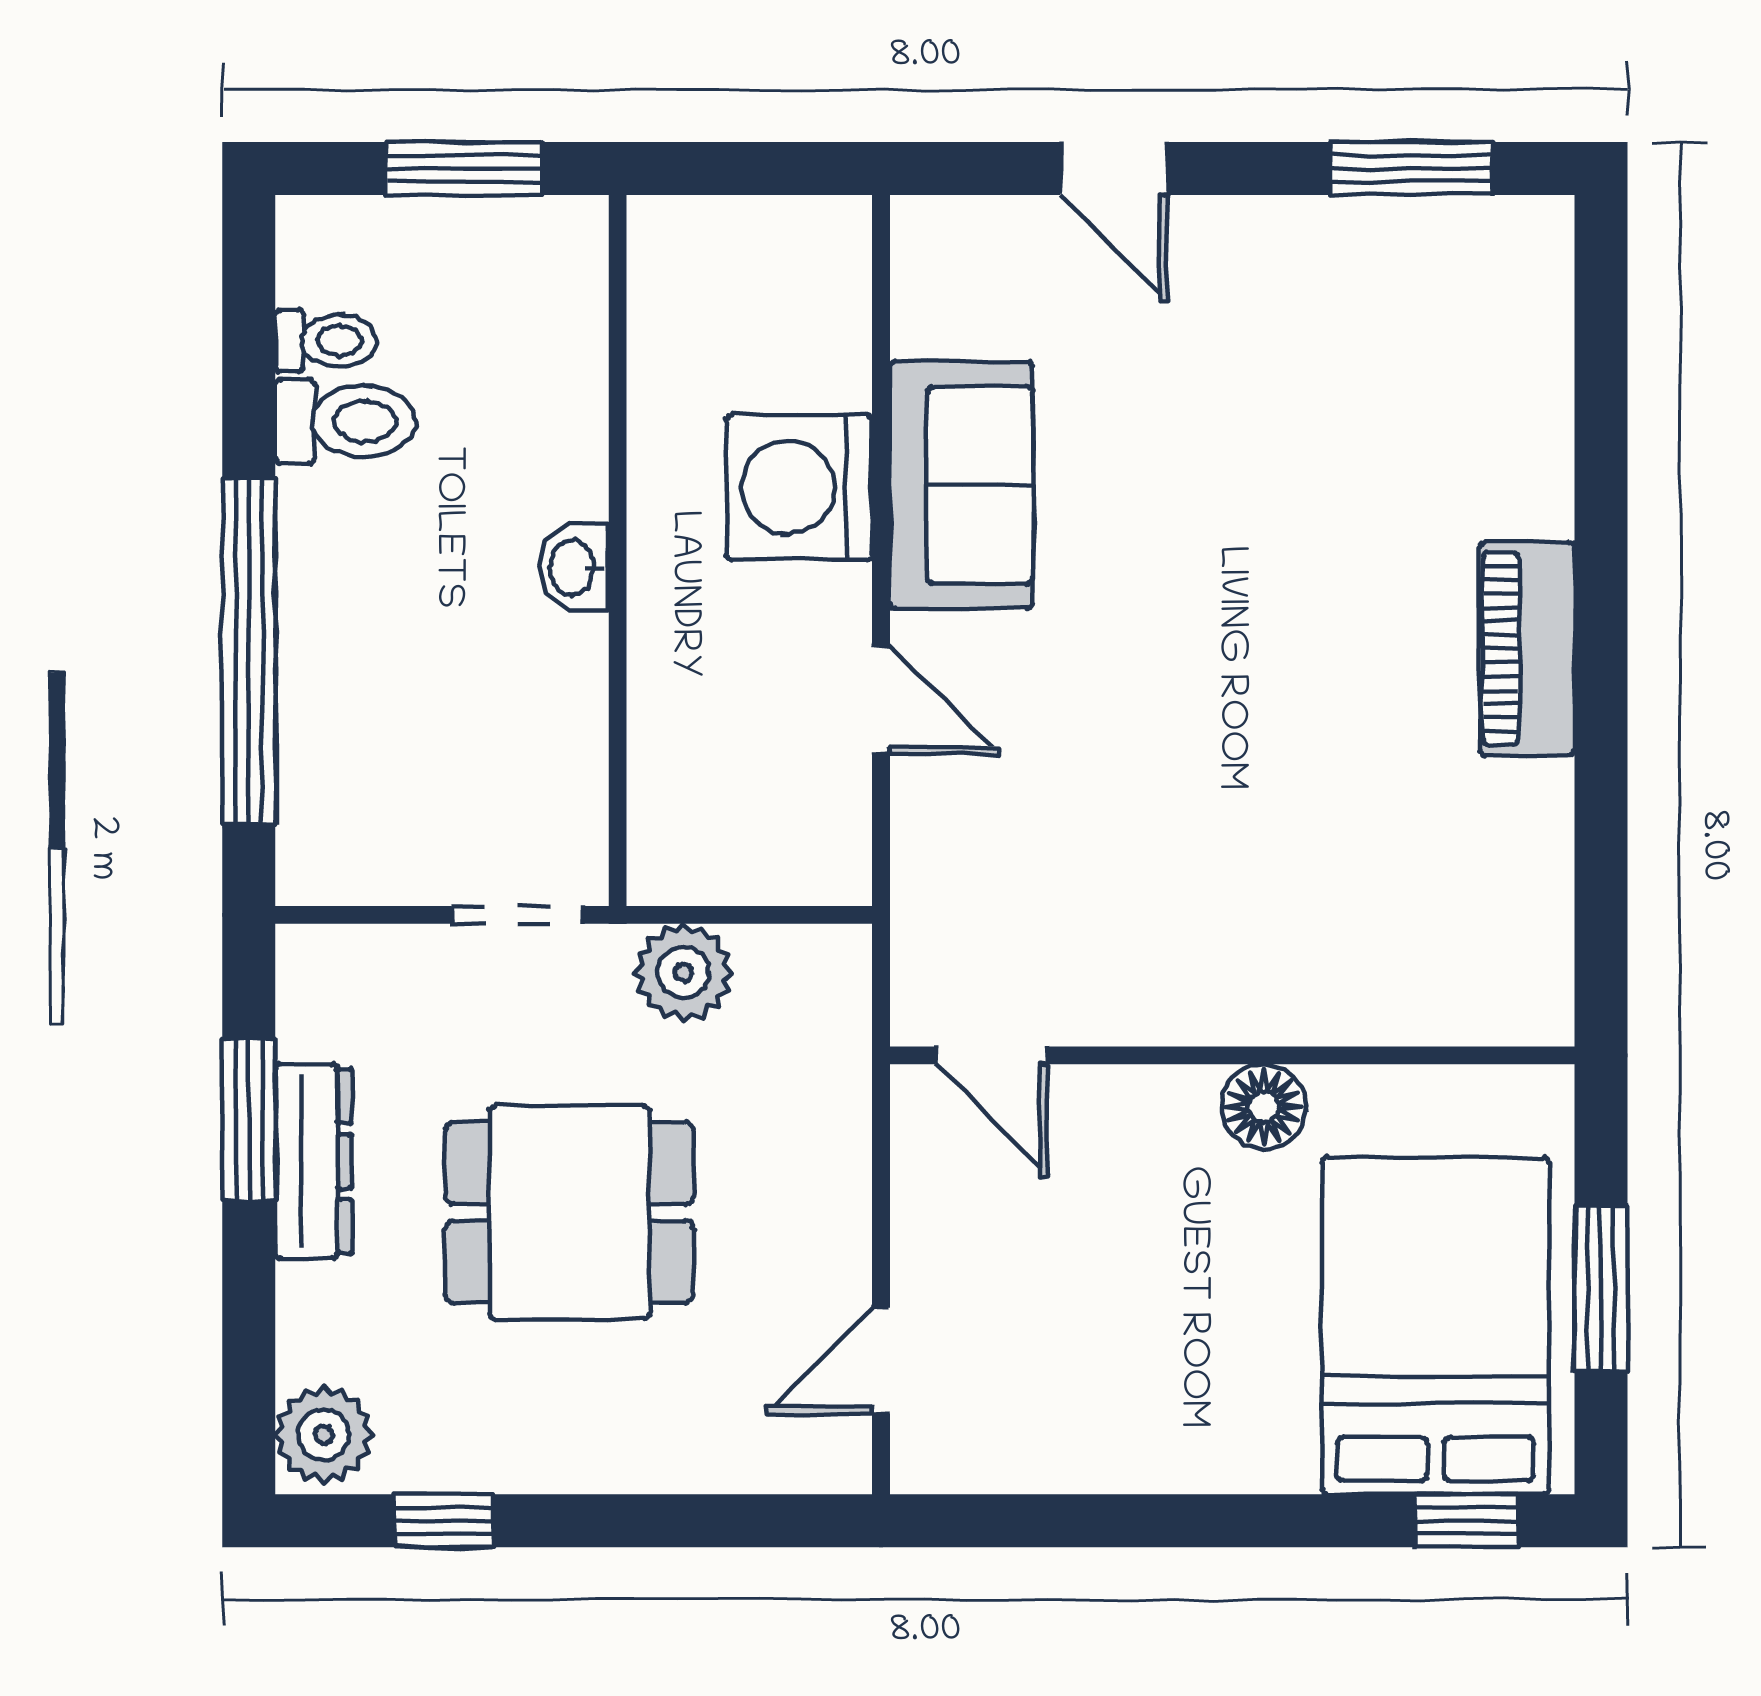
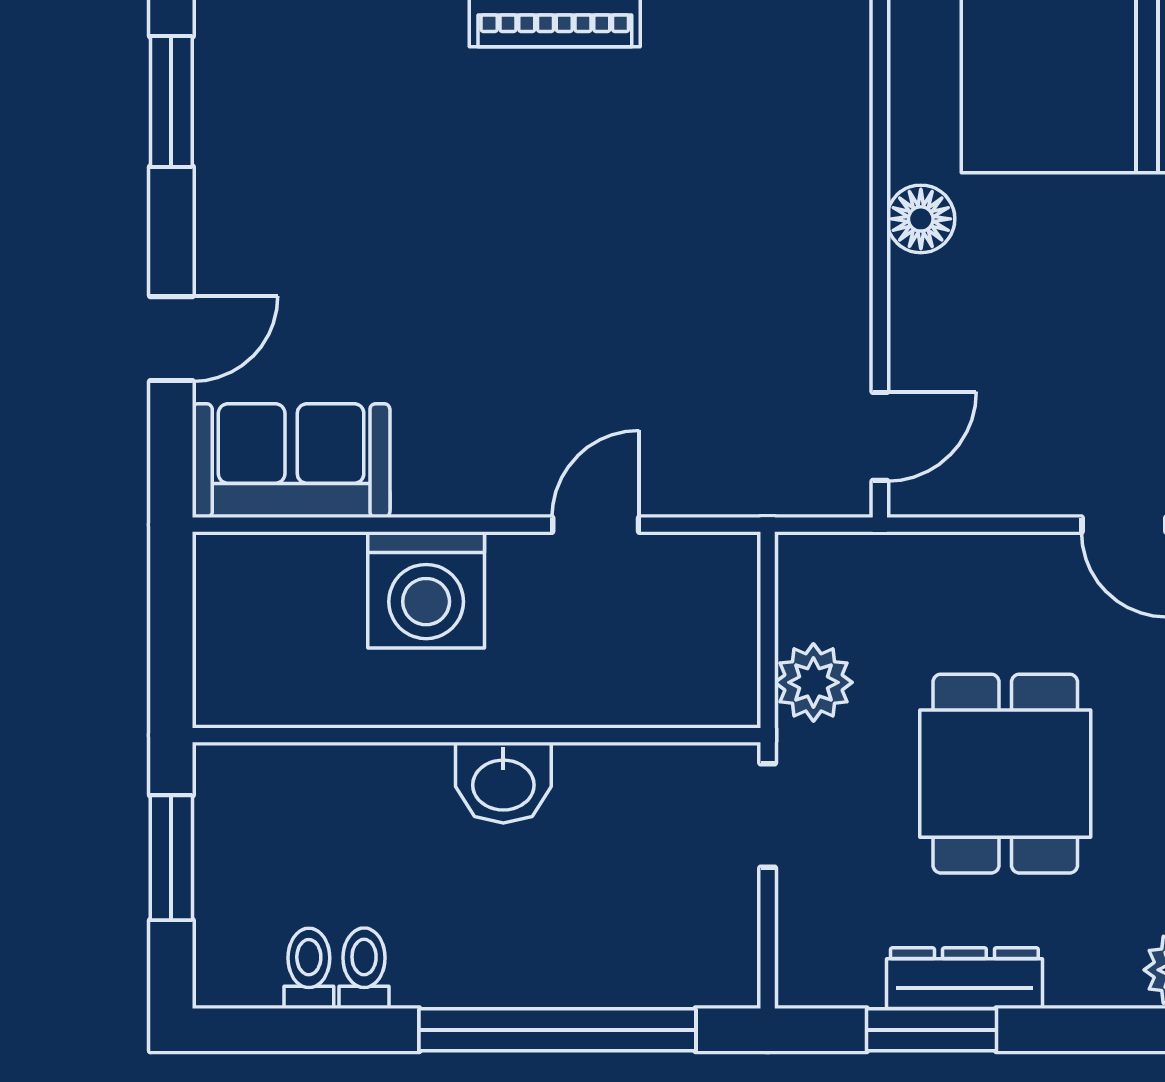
toilet: (345, 421) -> (364, 968), width x0.73, depth x0.72
sofa: (961, 485) -> (291, 461), moved
washbasin: (574, 568) -> (503, 783), width x1.38, depth x1.45

